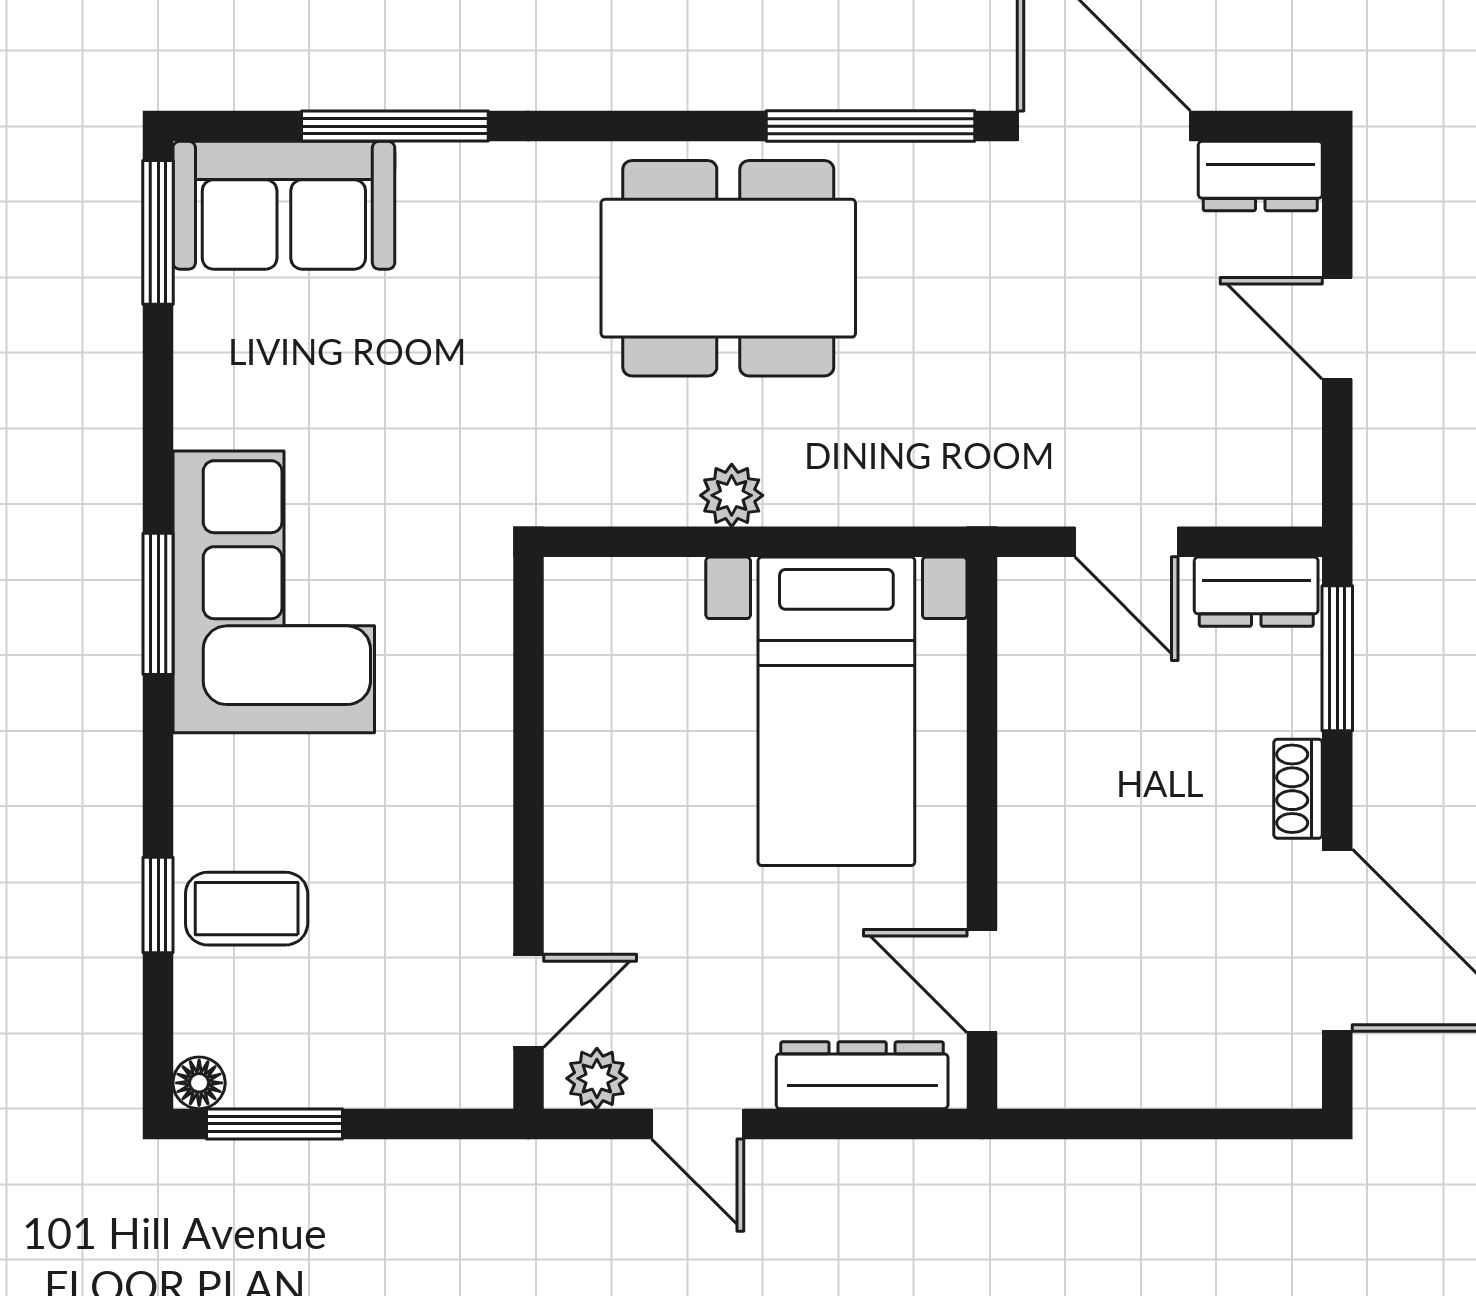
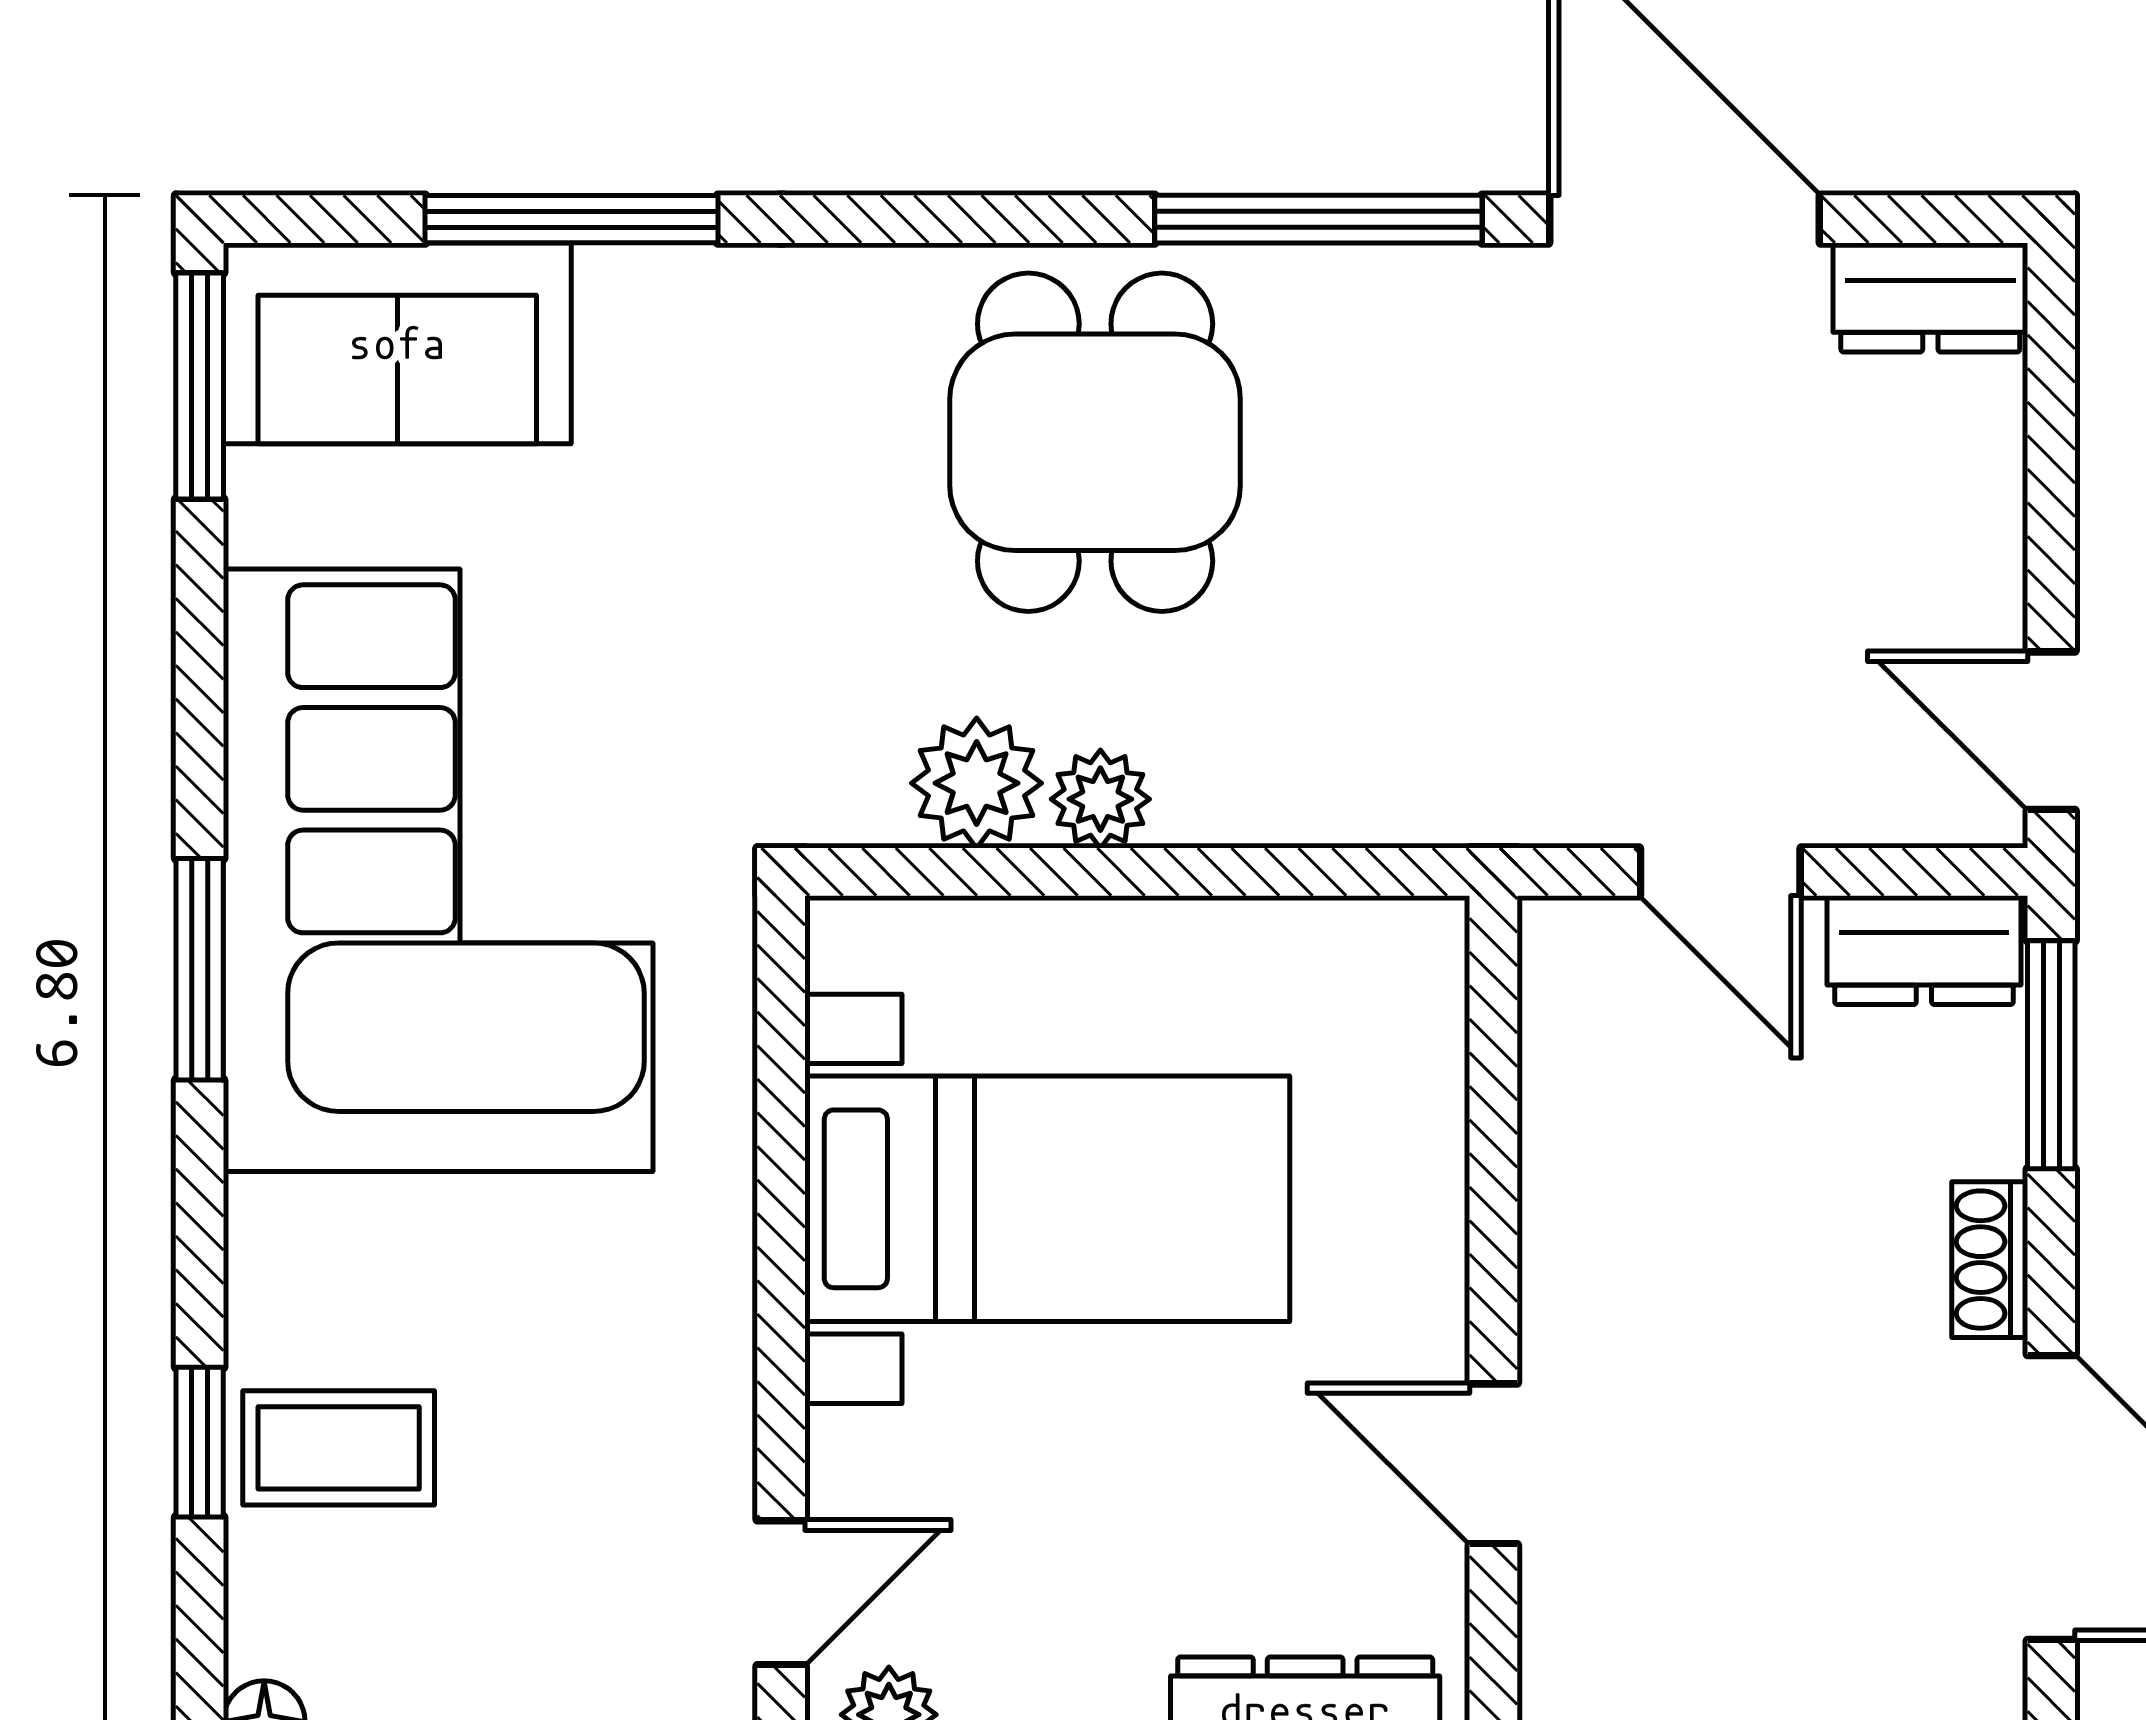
dining table: (728, 268) -> (1095, 442), width x0.73
door: (1337, 328) -> (2051, 731), moved
plant: (653, 485) -> (977, 783), added
corner sofa: (274, 592) -> (438, 870), width x1.36, depth x1.36
bed with nightstands: (836, 711) -> (1047, 1199), moved, turned -90
door: (982, 981) -> (1493, 1464), moved

